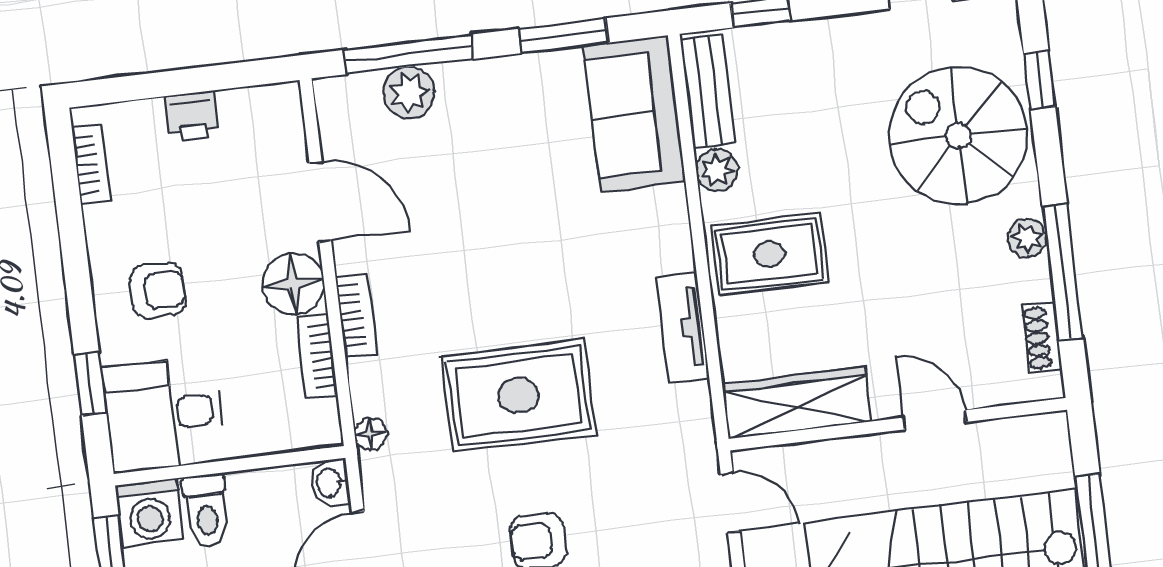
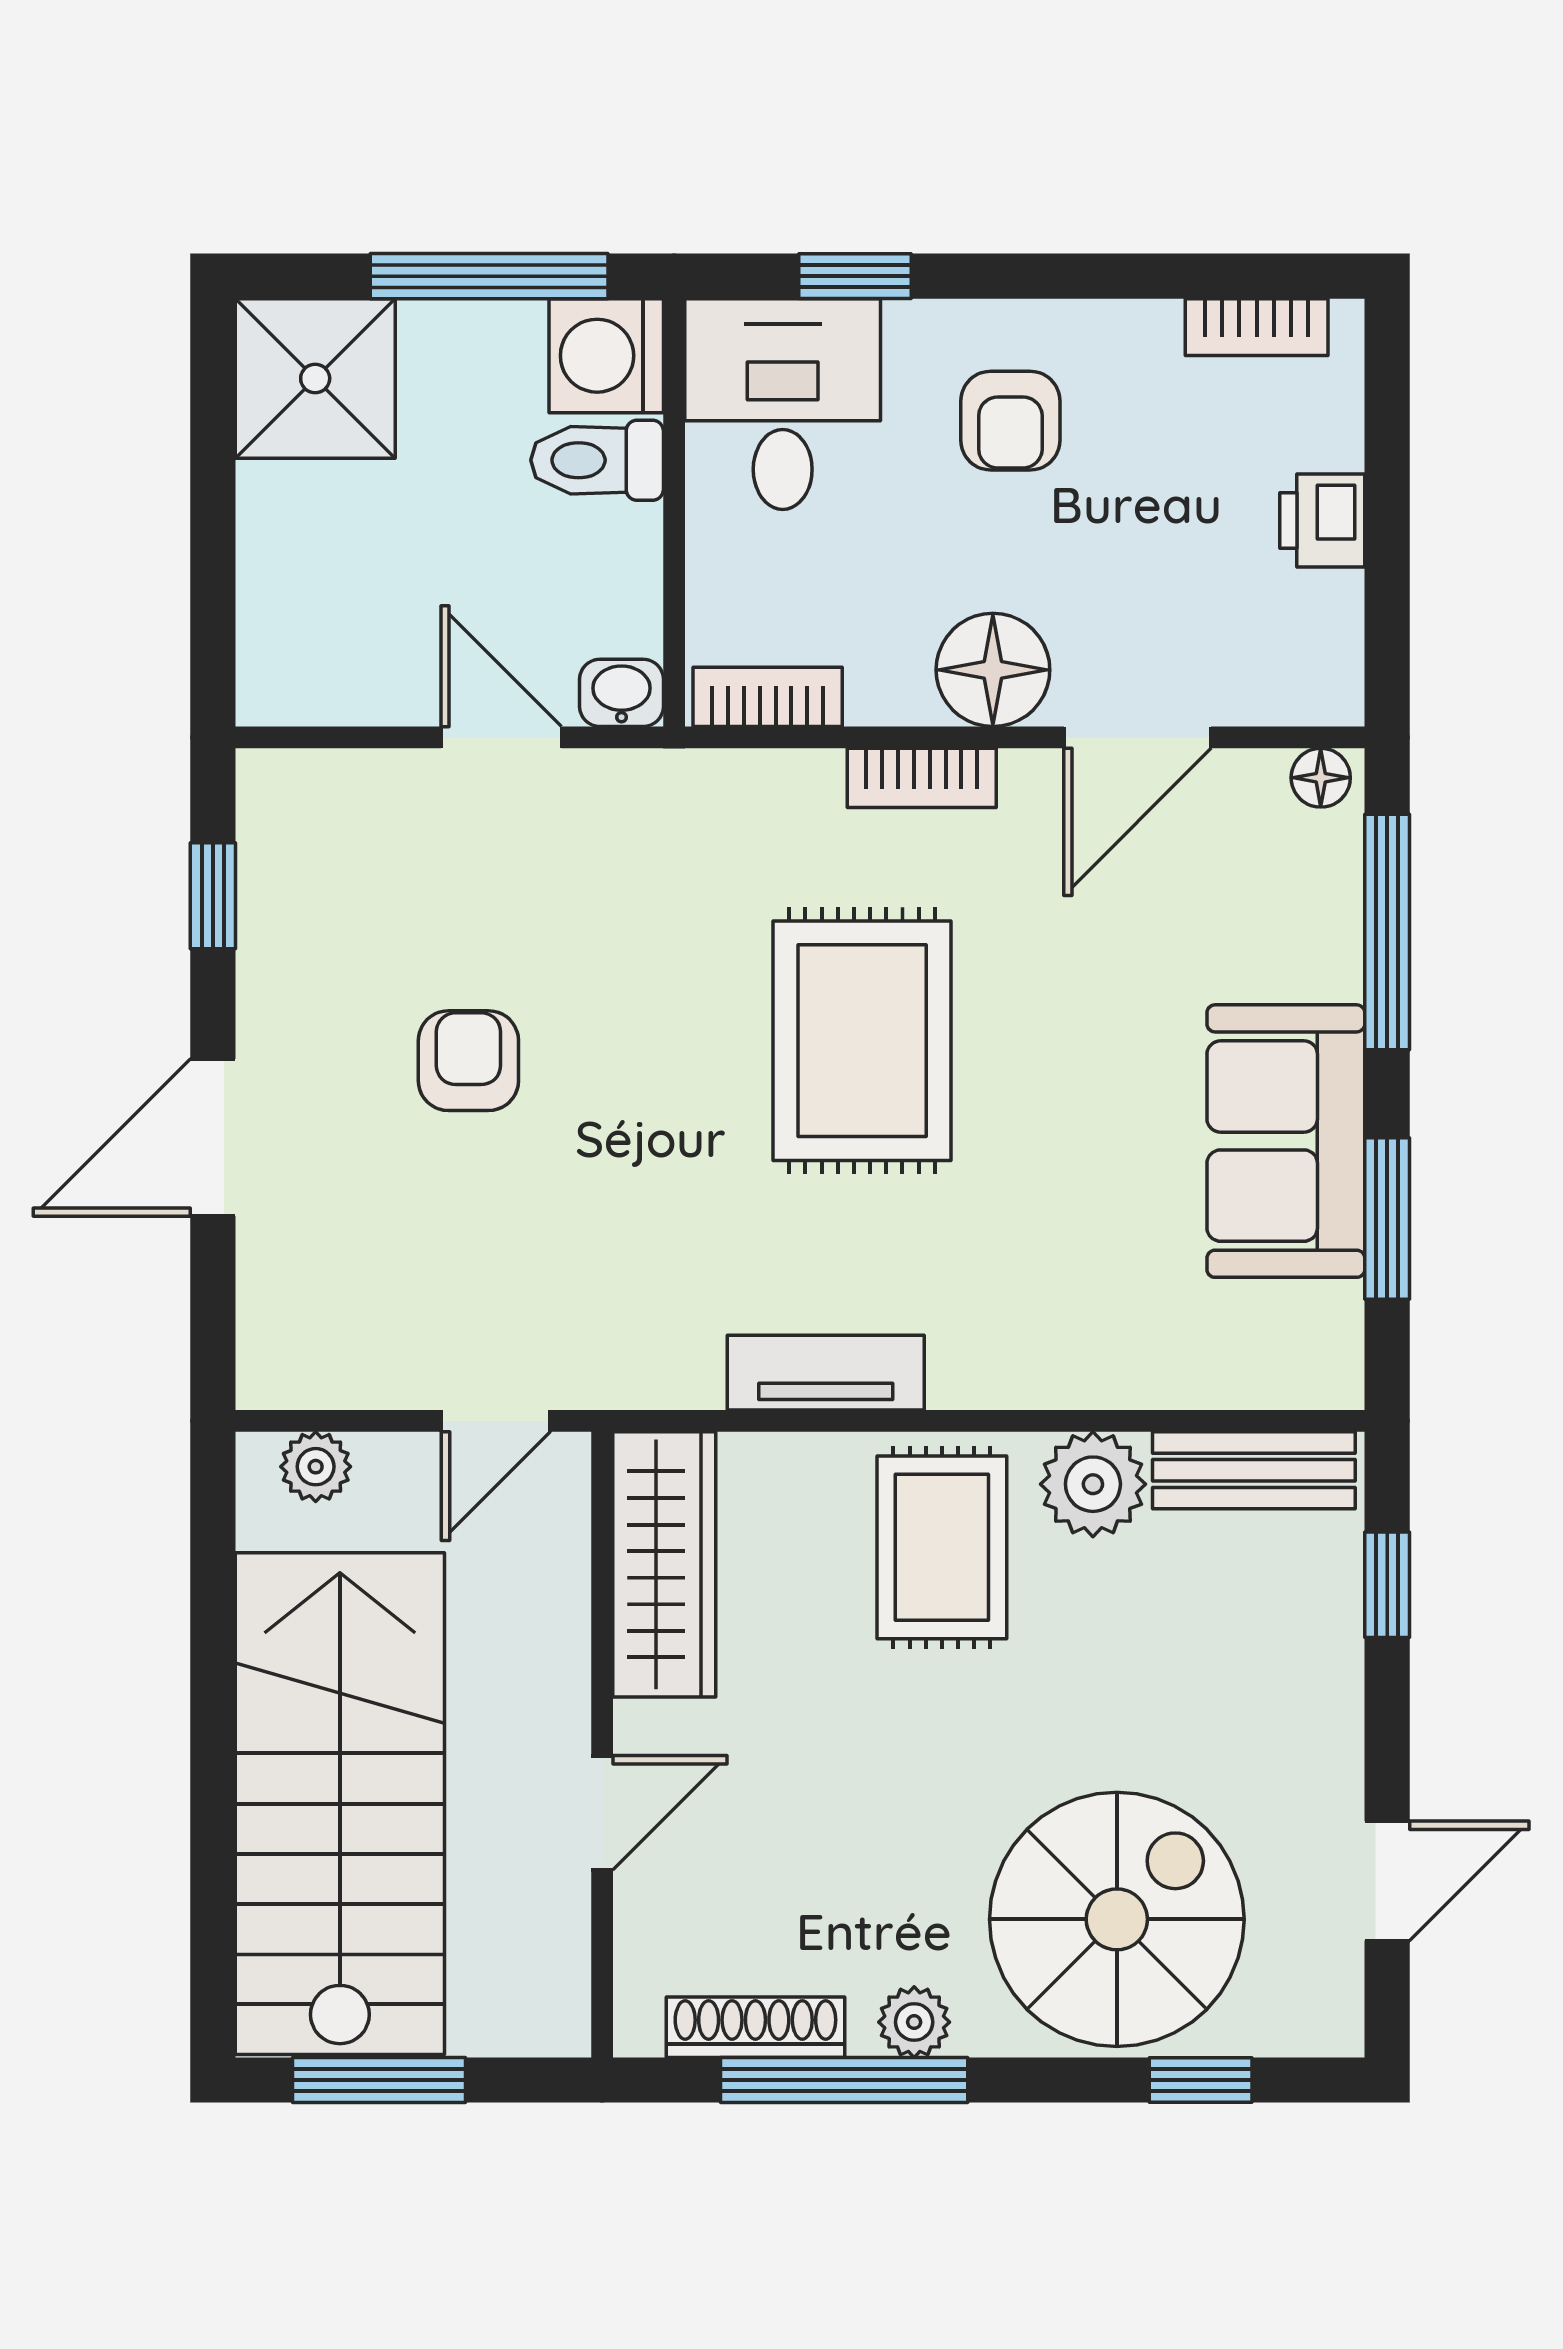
plant: (409, 93) -> (1317, 924), removed
sofa: (634, 114) -> (1286, 1141), moved, turned -90
plant: (717, 170) -> (1093, 1484), width x1.38, depth x1.38
shoe rack: (1042, 338) -> (755, 2027), width x1.43
bookcase: (317, 357) -> (768, 697), moved
rug: (518, 396) -> (862, 1041), moved
floor lamp: (370, 434) -> (1321, 778), moved

